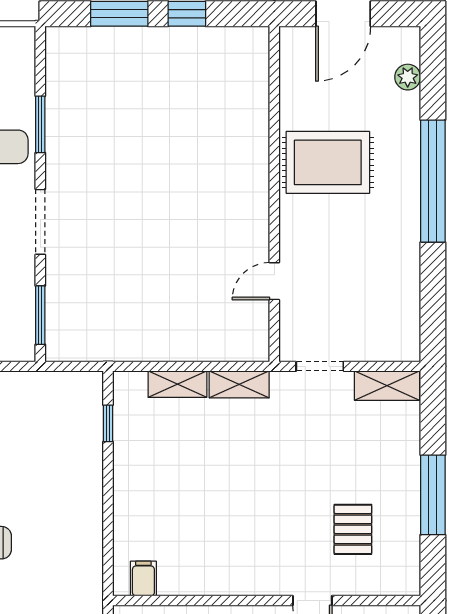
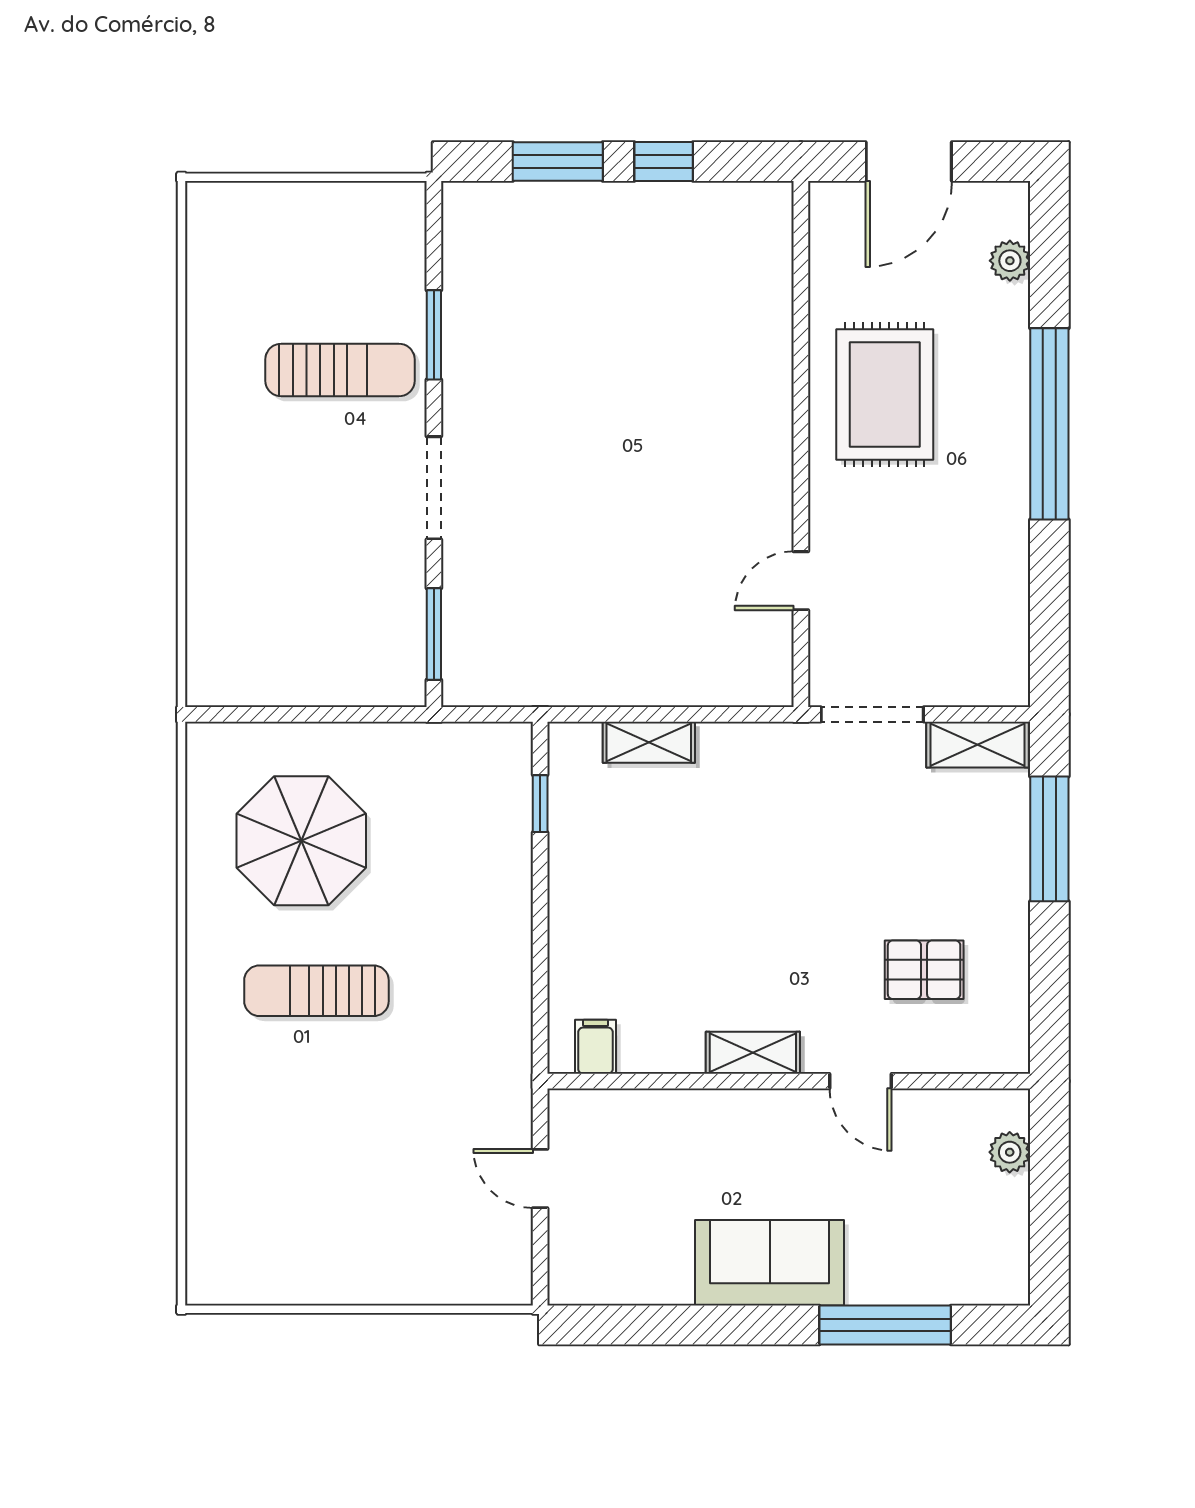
rug: (328, 162) -> (885, 394), turned 90
doorway: (320, 366) -> (872, 714), width x1.38
shelving: (239, 384) -> (753, 1053), moved
window: (433, 495) -> (1049, 839), moved
pallet: (353, 529) -> (924, 970), turned 90

